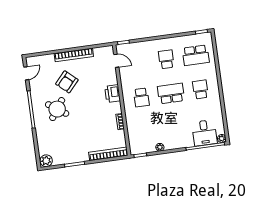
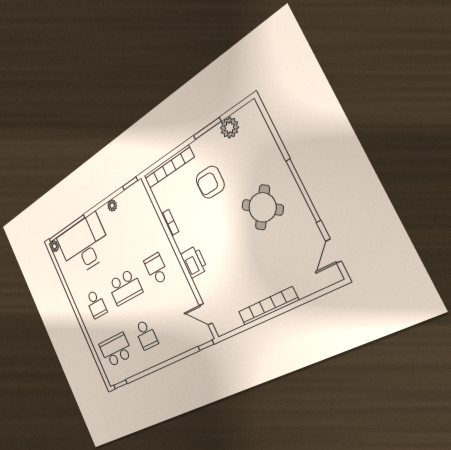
armchair: (67, 82) -> (210, 182), moved, turned -132
desk: (204, 133) -> (84, 245), width x1.87, depth x1.30
plant: (46, 161) -> (229, 128), moved

